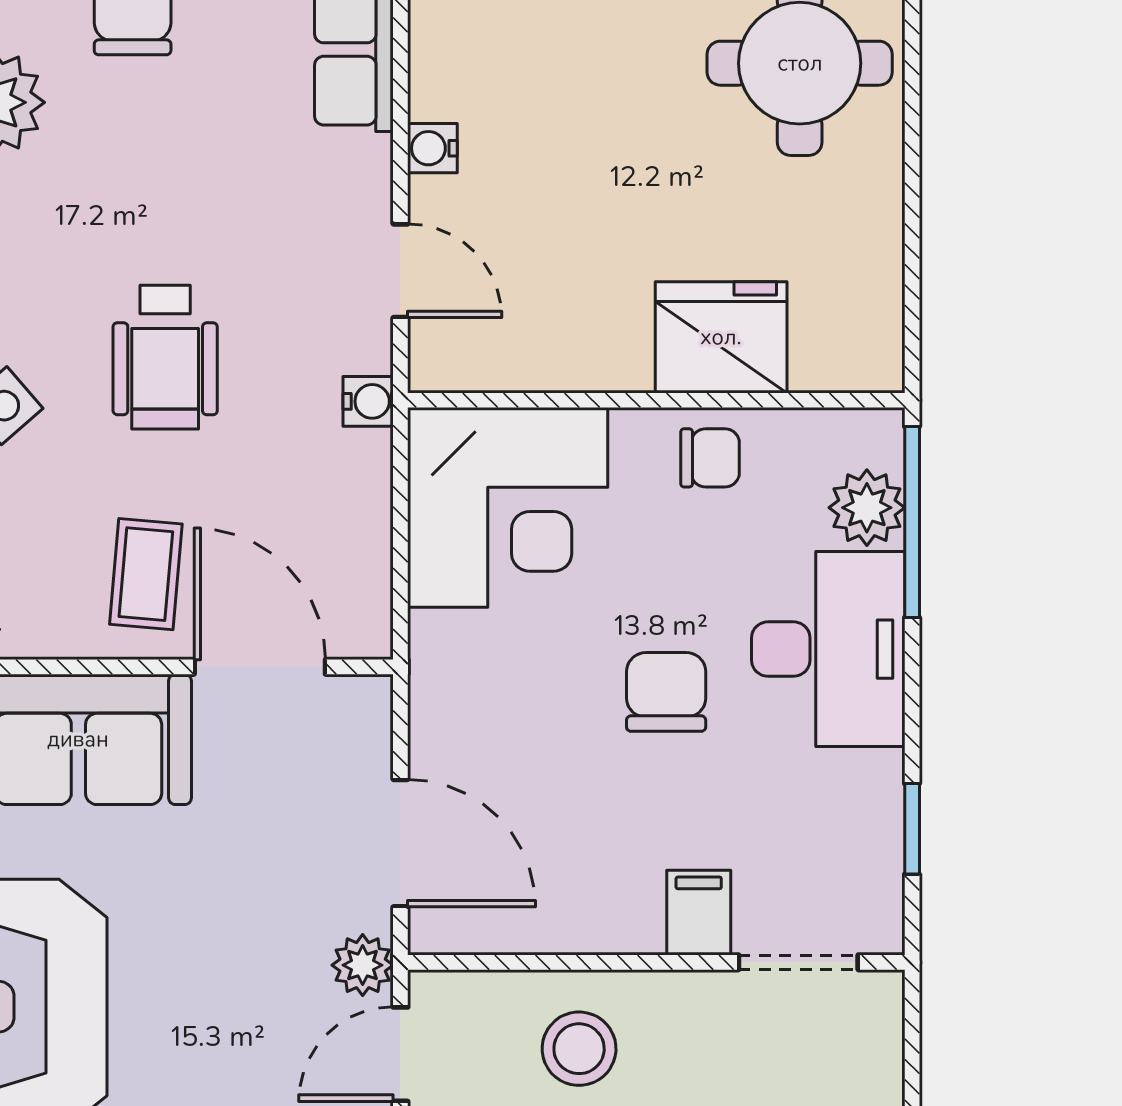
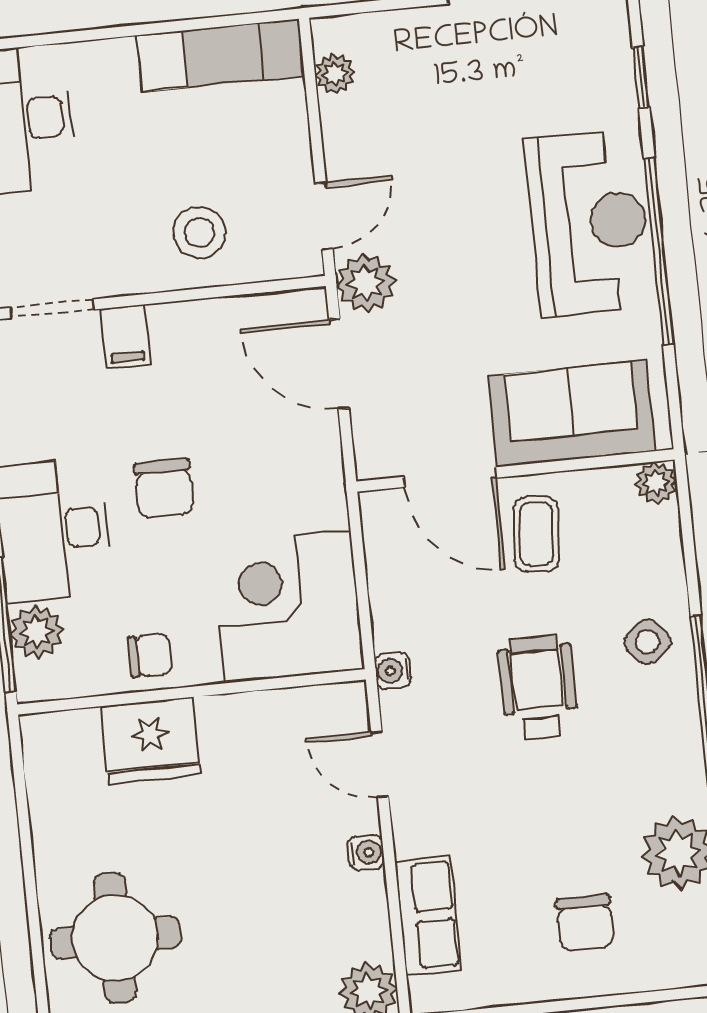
chair: (710, 458) -> (150, 655), turned 180
plant: (363, 965) -> (366, 283), width x1.38, depth x1.38

